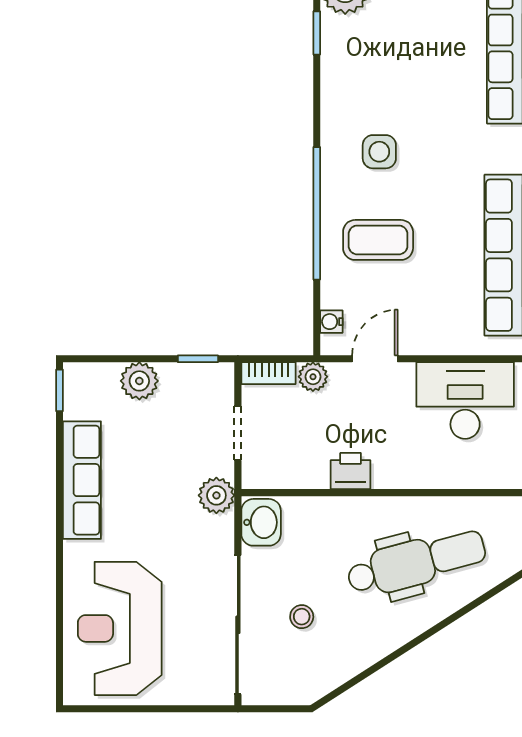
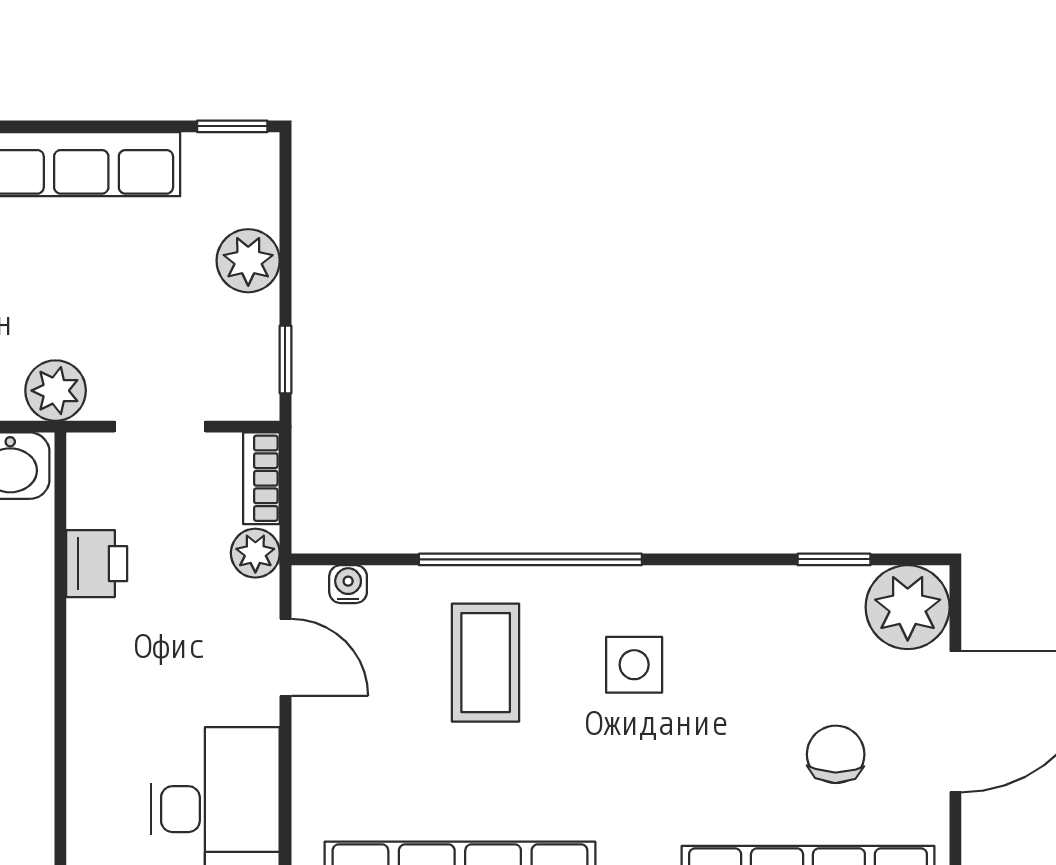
chair: (433, 32) -> (836, 754), added
printer: (351, 471) -> (97, 564), moved

